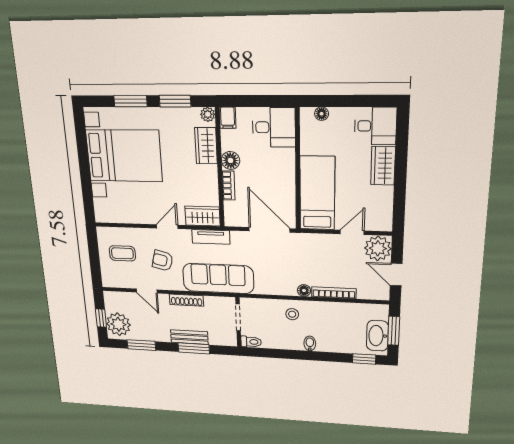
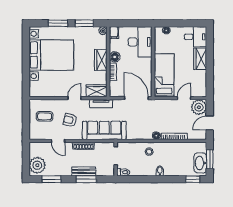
desk: (274, 127) -> (140, 42), width x1.37
wardrobe: (206, 146) -> (101, 60), moved
door: (396, 275) -> (210, 123), hinge flipped
window: (101, 318) -> (26, 161), removed

